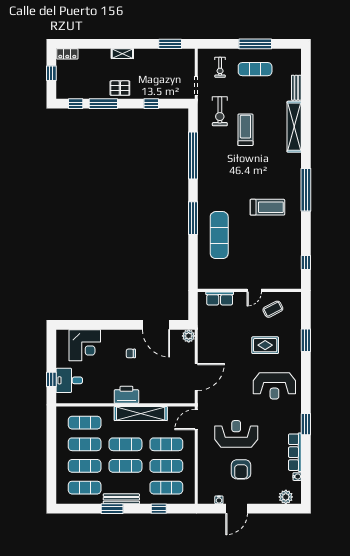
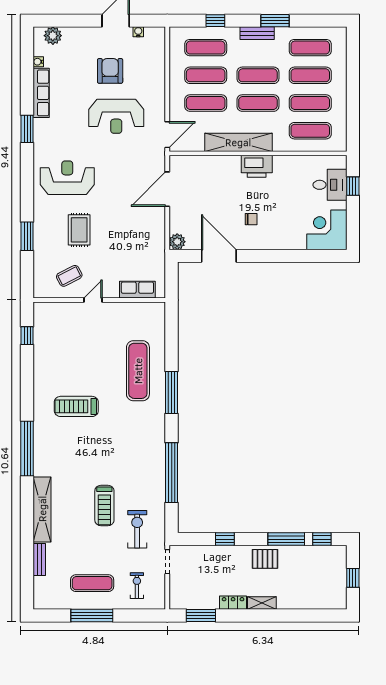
locker: (67, 54) -> (233, 603), moved
window: (306, 190) -> (27, 449), moved
corner desk: (85, 345) -> (327, 230), moved
rug: (265, 345) -> (79, 230), turned 90
bench: (121, 499) -> (257, 33), width x0.73

